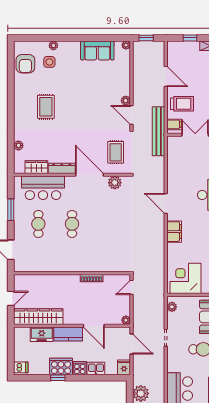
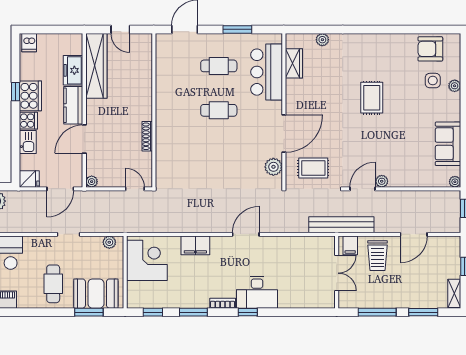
rug: (46, 107) -> (372, 98), moved, turned 90
dresser: (62, 168) -> (292, 97), removed
filing cabinet: (174, 232) -> (195, 245), moved

